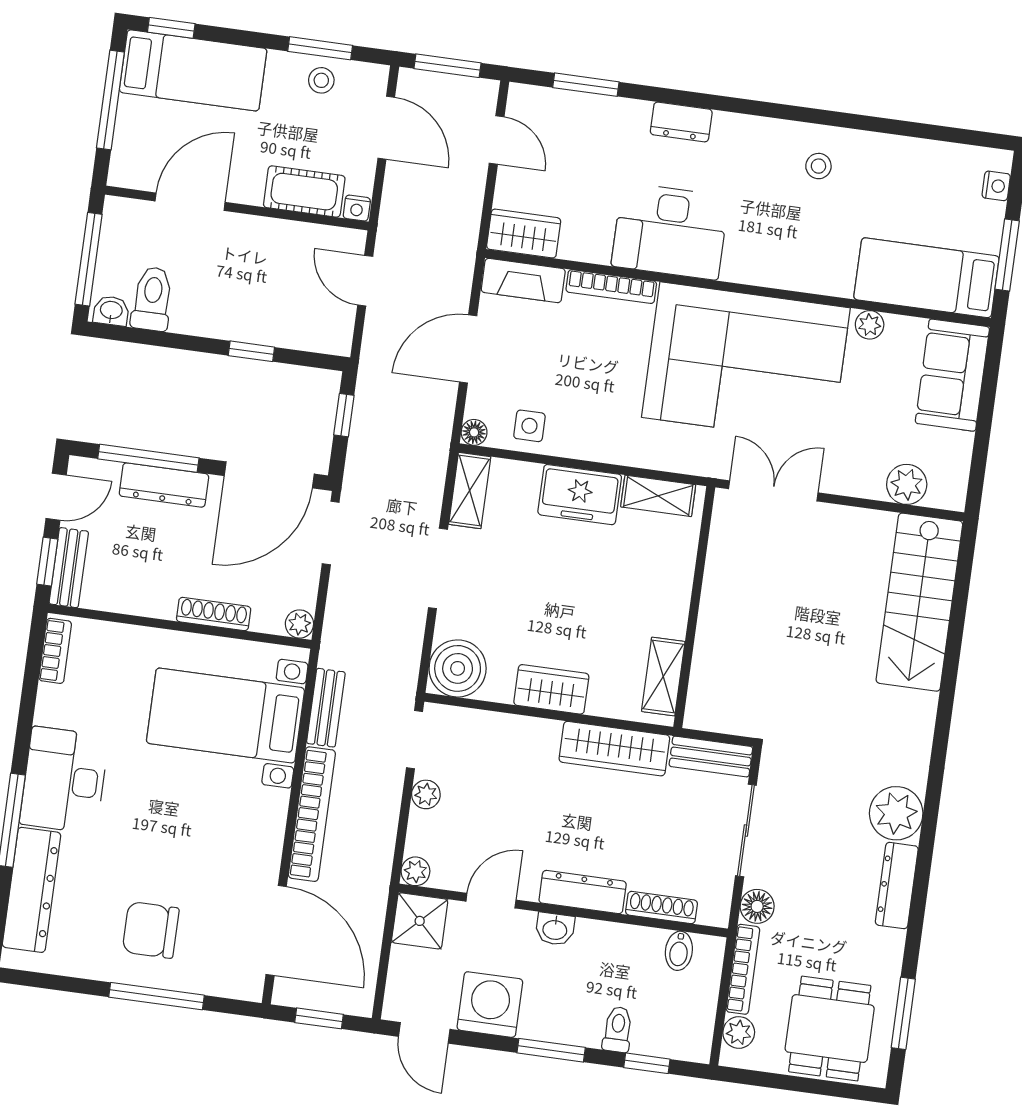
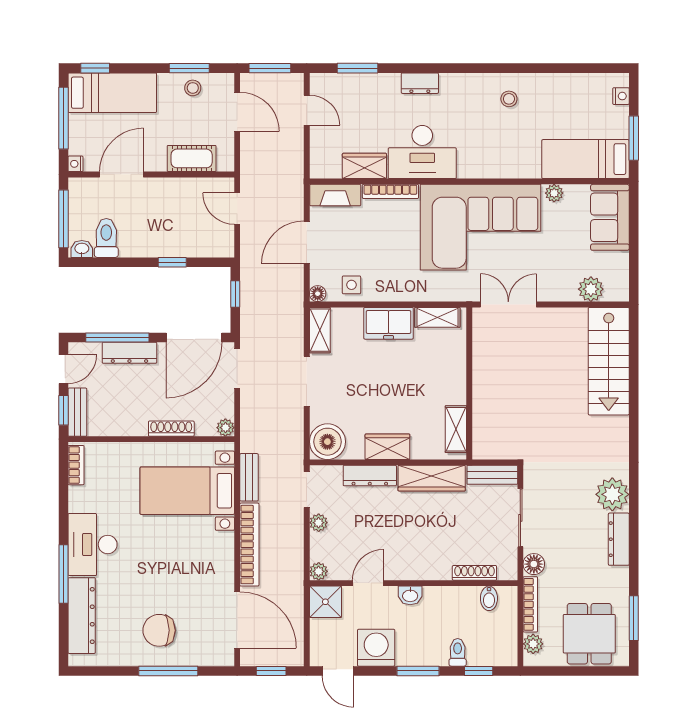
nightstand: (357, 208) -> (75, 164), moved, turned 90
wardrobe: (524, 234) -> (364, 166), moved
dresser: (583, 892) -> (370, 476), moved, turned 180

